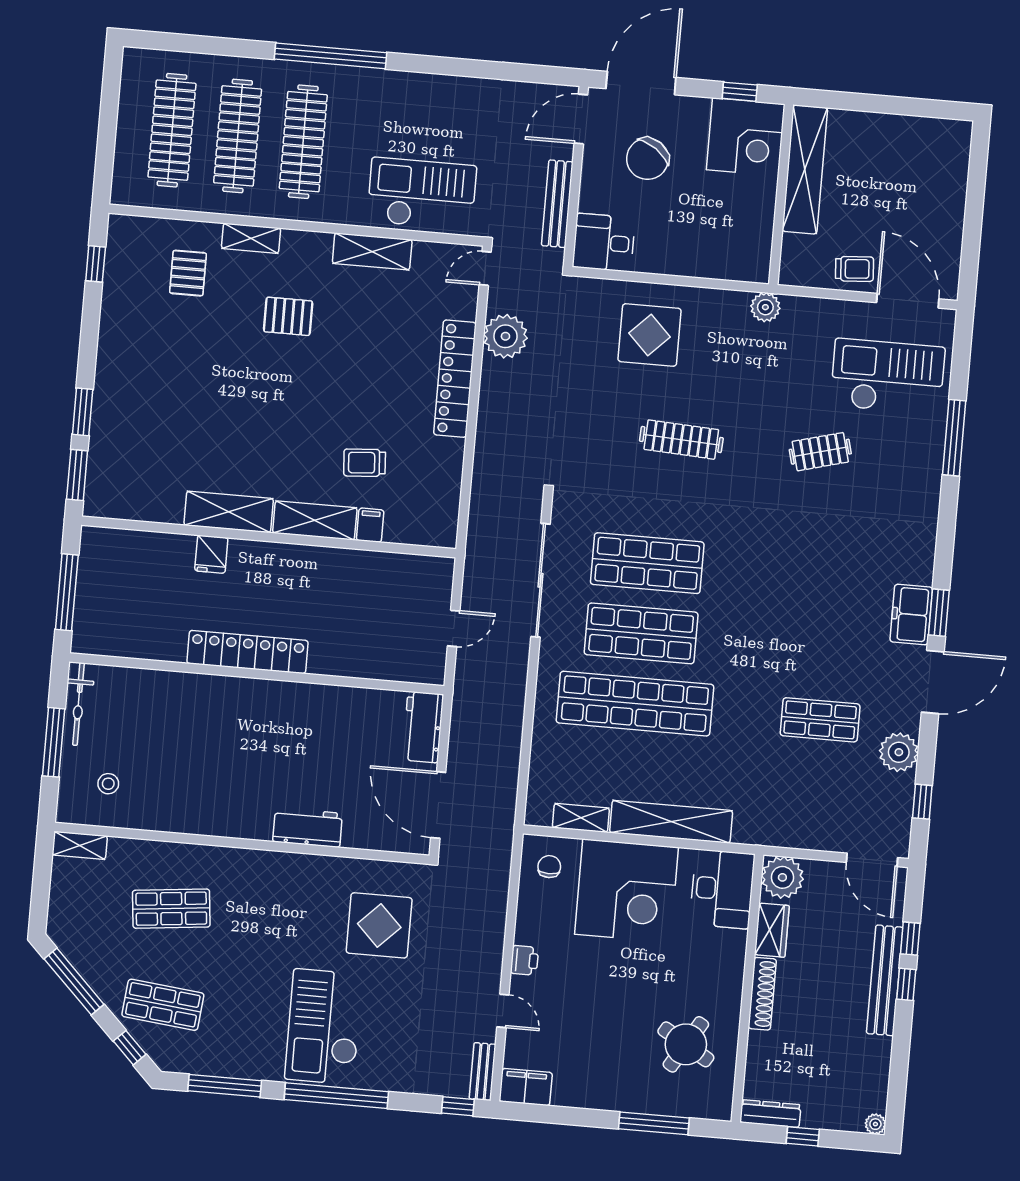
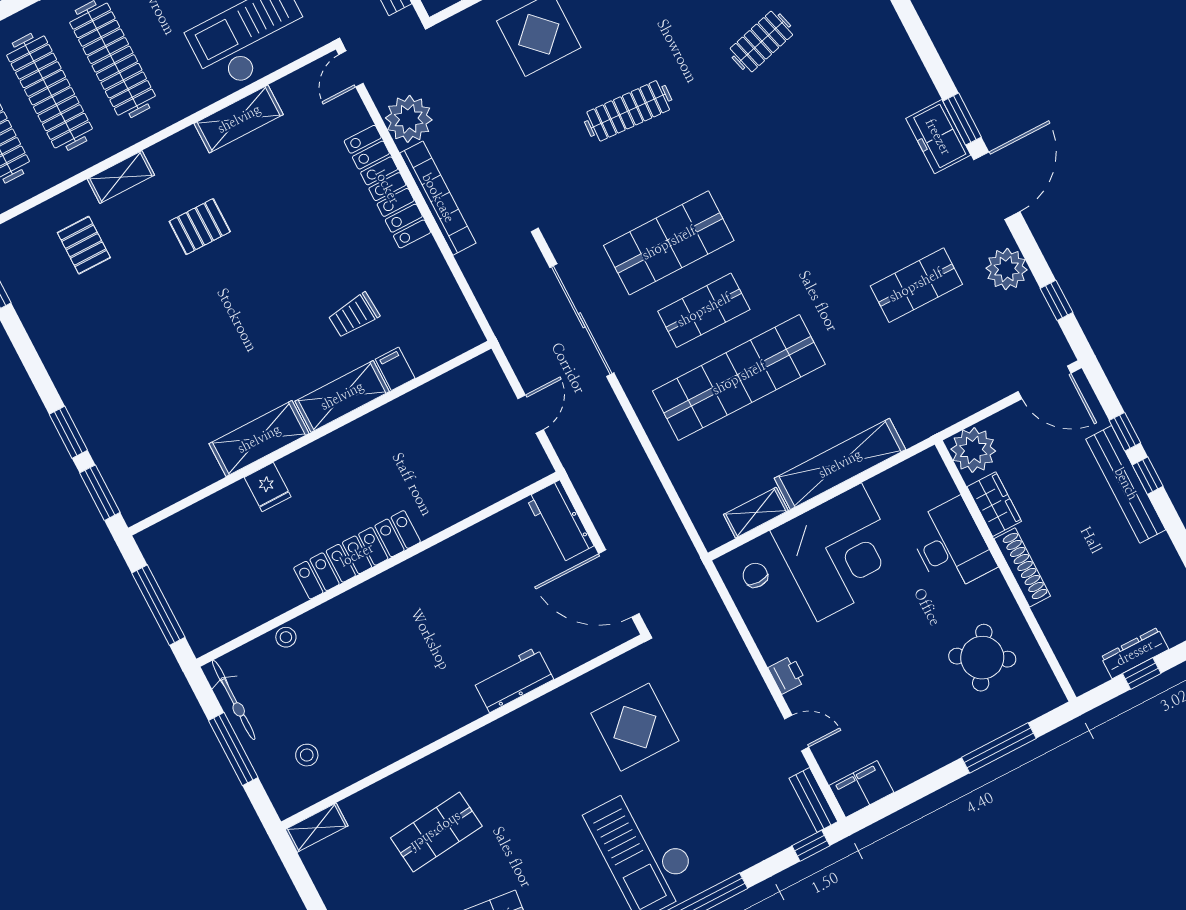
bookcase: (489, 413) -> (438, 198), added
shop shelf: (641, 633) -> (704, 310), width x0.70, depth x0.74
stool: (151, 681) -> (286, 637), added
desk: (722, 889) -> (951, 545), moved
dresser: (770, 1114) -> (1135, 653), moved

